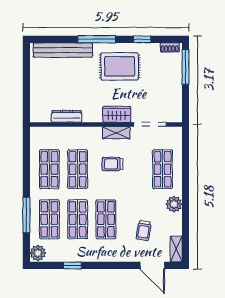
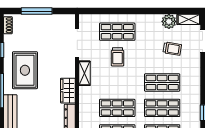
window: (186, 67) -> (37, 11), moved
wardrobe: (117, 114) -> (68, 91), moved
trolley: (112, 164) -> (117, 57), moved
plant: (174, 204) -> (169, 21), moved

